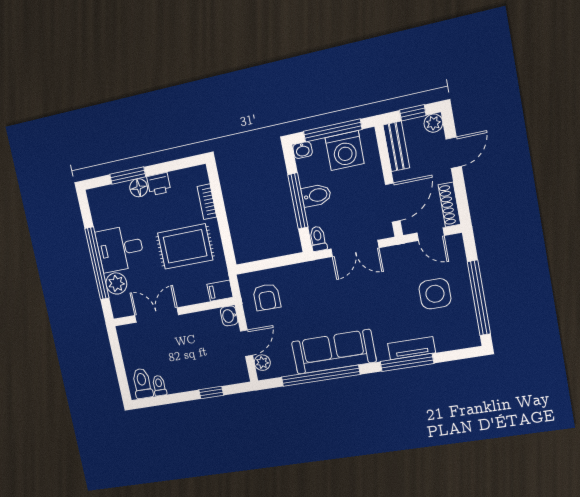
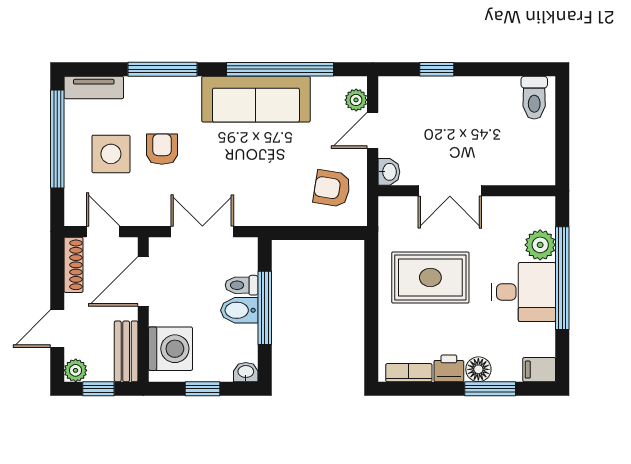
window: (333, 130) -> (202, 389), width x0.46
washing machine: (345, 151) -> (171, 349), moved, turned 90
bookcase: (207, 202) -> (409, 373), moved, turned -90
toilet: (318, 239) -> (242, 285), moved, turned 90
filing cabinet: (220, 291) -> (539, 370), moved, turned 180
armchair: (267, 297) -> (332, 188), turned -81
armchair: (397, 304) -> (162, 149), added
double door: (157, 315) -> (450, 191), moved
tv unit: (411, 348) -> (94, 87), moved
toilet: (159, 386) -> (510, 91), removed

